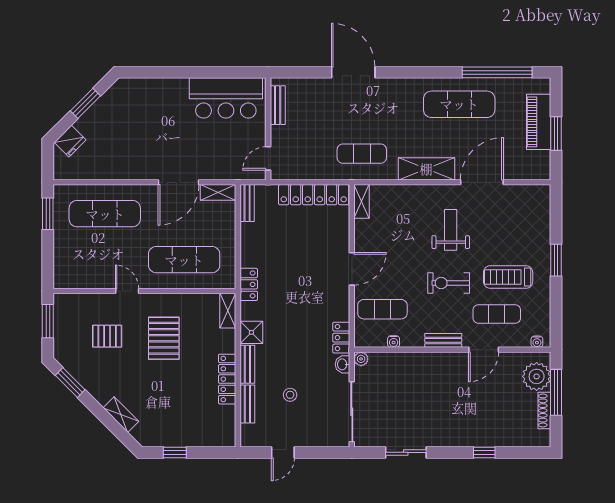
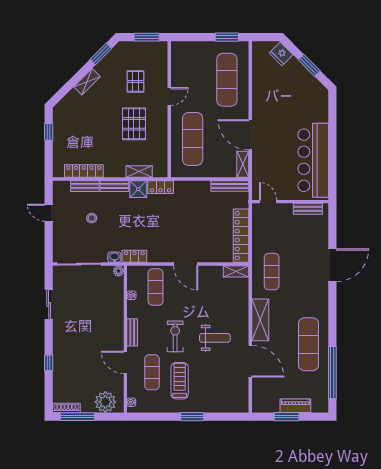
bar counter: (226, 98) -> (313, 160), width x1.36
piano: (539, 122) -> (295, 406), width x0.73, depth x0.75
bench: (247, 203) -> (230, 186), width x1.36
locker: (249, 284) -> (161, 187), moved
shelving: (228, 311) -> (139, 172), moved
pallet: (164, 338) -> (134, 124), turned 90
locker: (227, 379) -> (84, 171), moved
window: (556, 392) -> (78, 417), moved
shoe rack: (544, 410) -> (66, 408), moved
shelving: (121, 415) -> (87, 82), moved

